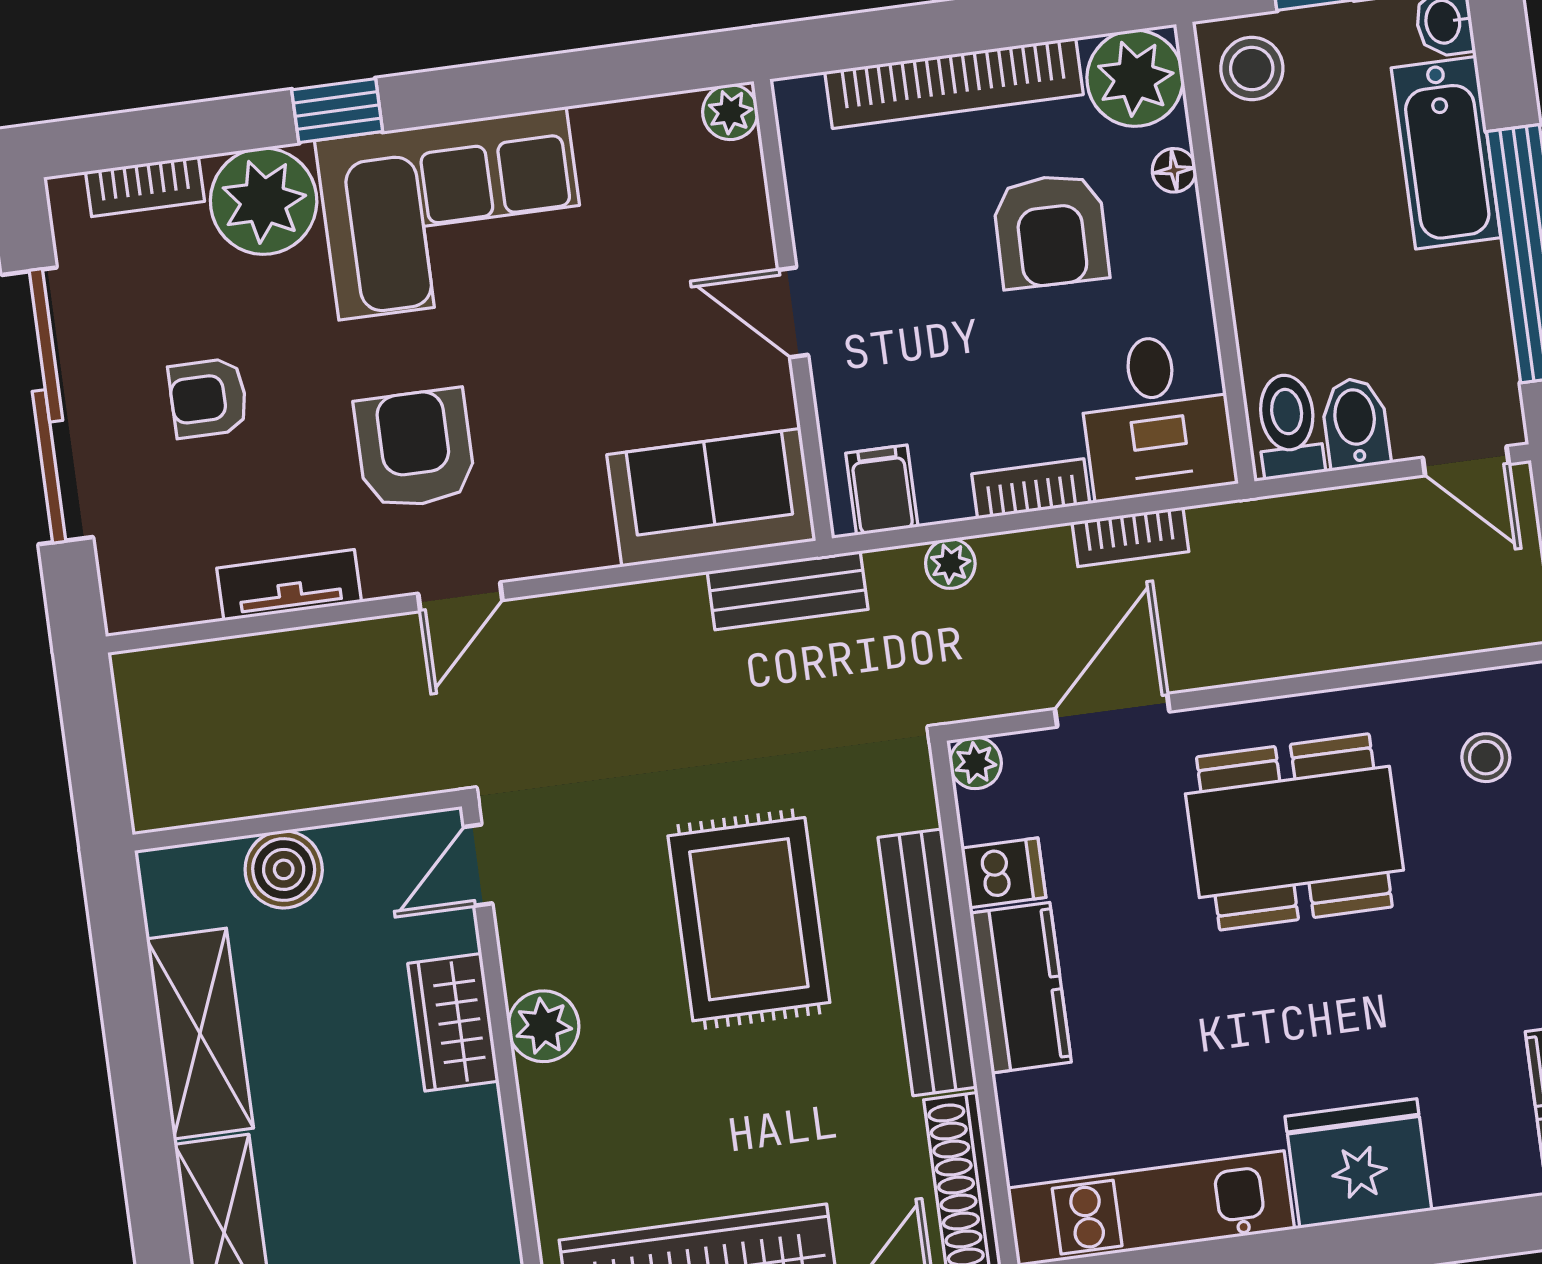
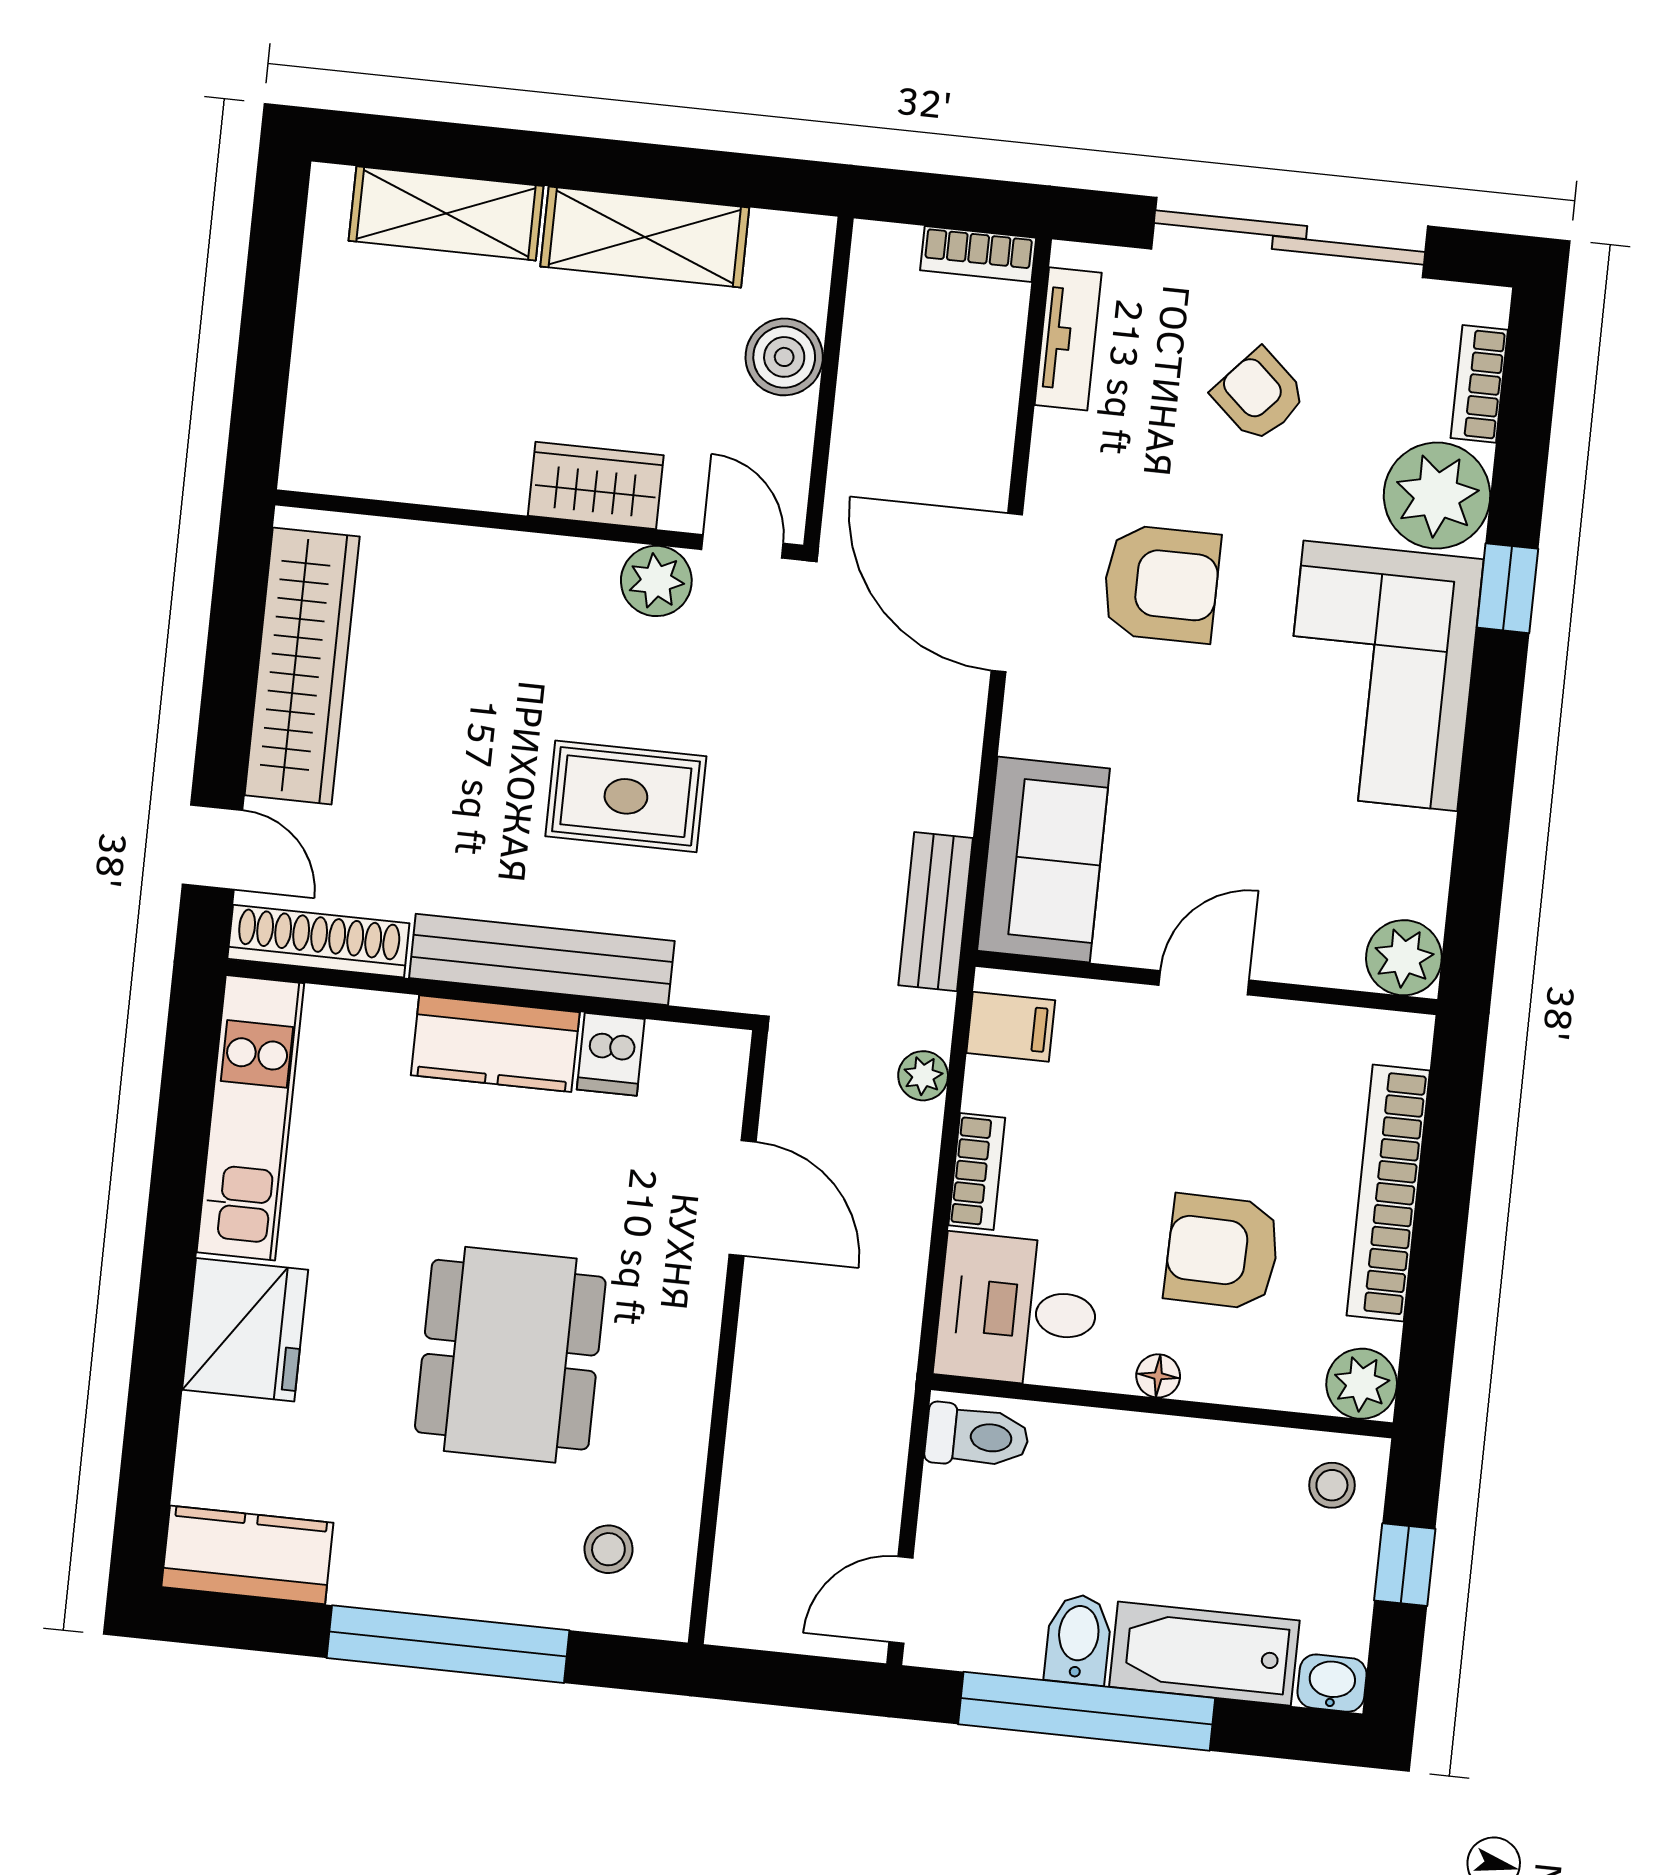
stool: (1252, 69) -> (1332, 1485), width x0.73, depth x0.73
plant: (1135, 78) -> (1362, 1384), width x0.73, depth x0.73
plant: (730, 112) -> (1404, 958), width x1.38, depth x1.38
floor lamp: (1174, 170) -> (1158, 1376), moved
armchair: (208, 398) -> (1259, 395), turned -48
bidet: (1355, 423) -> (1078, 1639), moved, turned -90
bookcase: (1130, 537) -> (978, 254), moved, turned -90
tv unit: (289, 585) -> (1068, 339), moved
door: (460, 597) -> (1007, 593), width x1.88
plant: (976, 763) -> (724, 1053), removed
dining table: (1294, 832) -> (510, 1355), moved
rug: (749, 919) -> (626, 796), width x0.73, depth x0.70
plant: (544, 1026) -> (656, 581), moved

